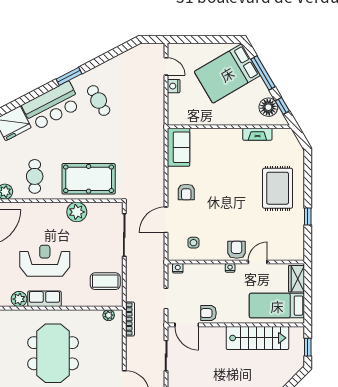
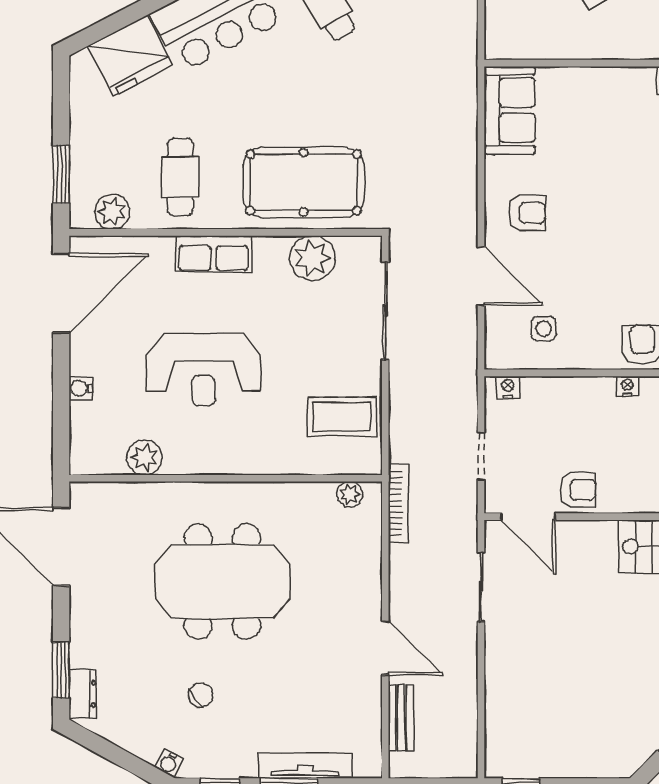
armchair: (186, 192) -> (527, 213), turned -90
plant: (77, 212) -> (312, 258), moved
door: (166, 220) -> (481, 276), swing flipped
reception desk: (45, 261) -> (203, 370), turned 180
row of seats: (44, 299) -> (214, 254), moved, turned 180
armchair: (208, 313) -> (578, 490), turned 180
meeting table: (53, 353) -> (222, 581), turned 90

